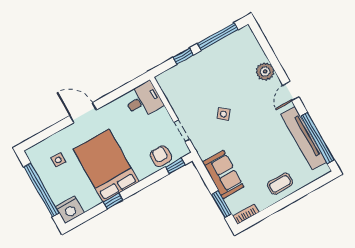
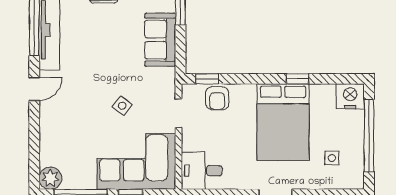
plant: (265, 71) -> (50, 178), moved
corner sofa: (192, 81) -> (136, 161), added

